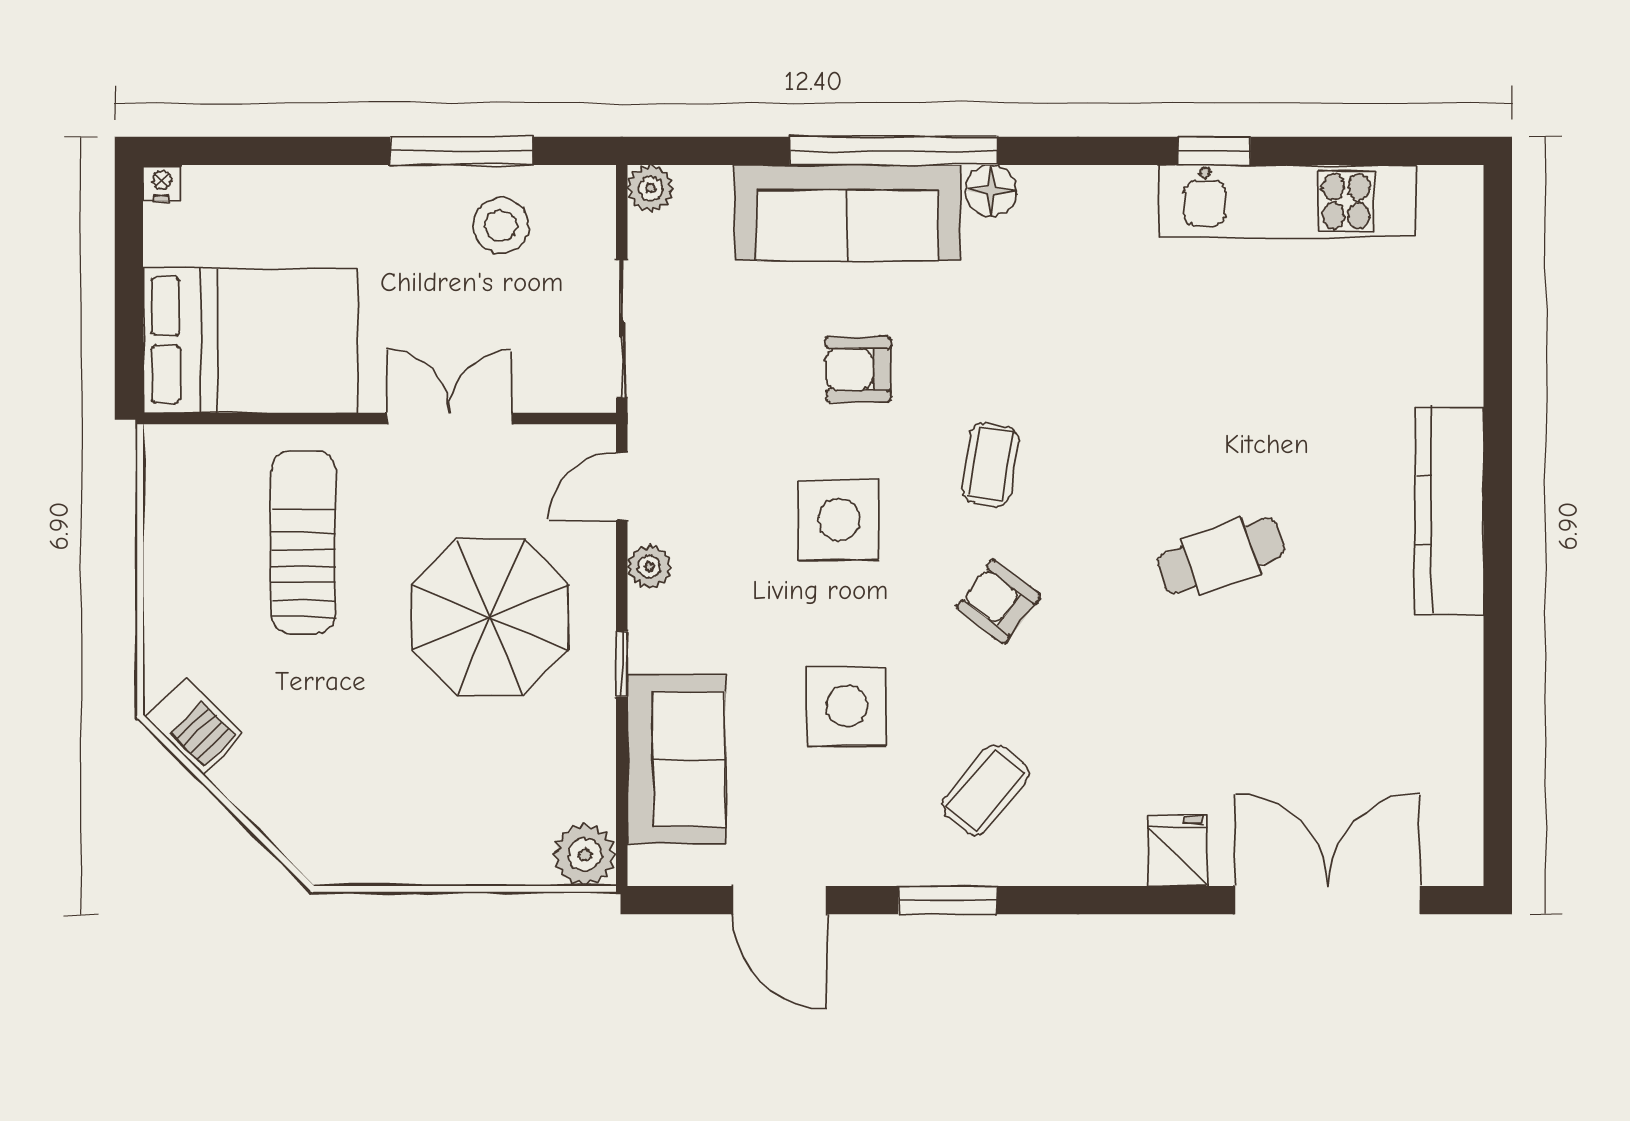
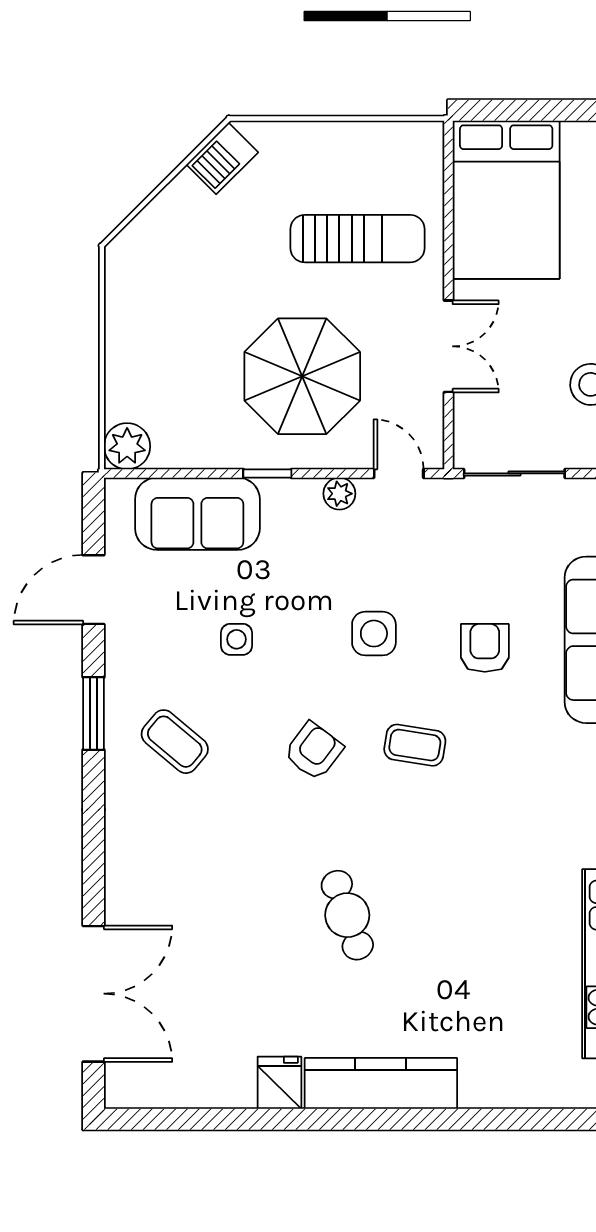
side table: (839, 520) -> (374, 634), width x0.73, depth x0.73
side table: (847, 706) -> (237, 639), width x0.54, depth x0.54
fridge: (1178, 851) -> (279, 1083), moved, turned -90

